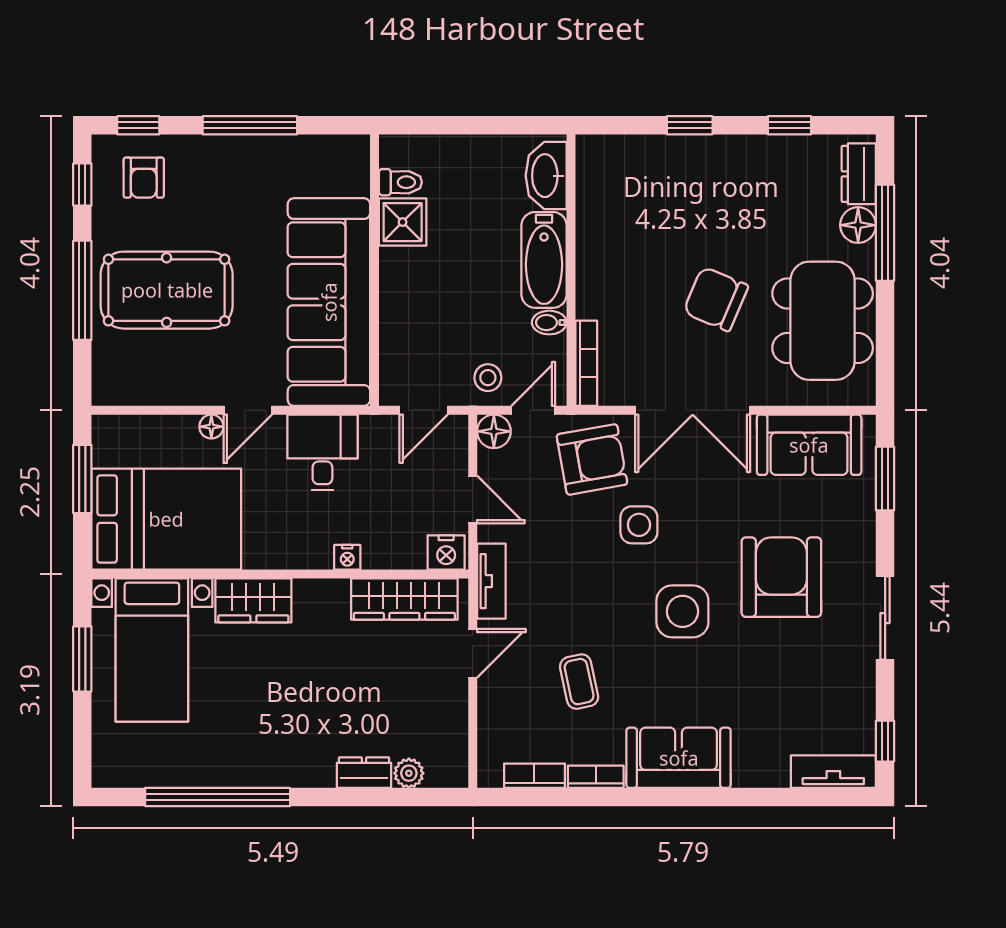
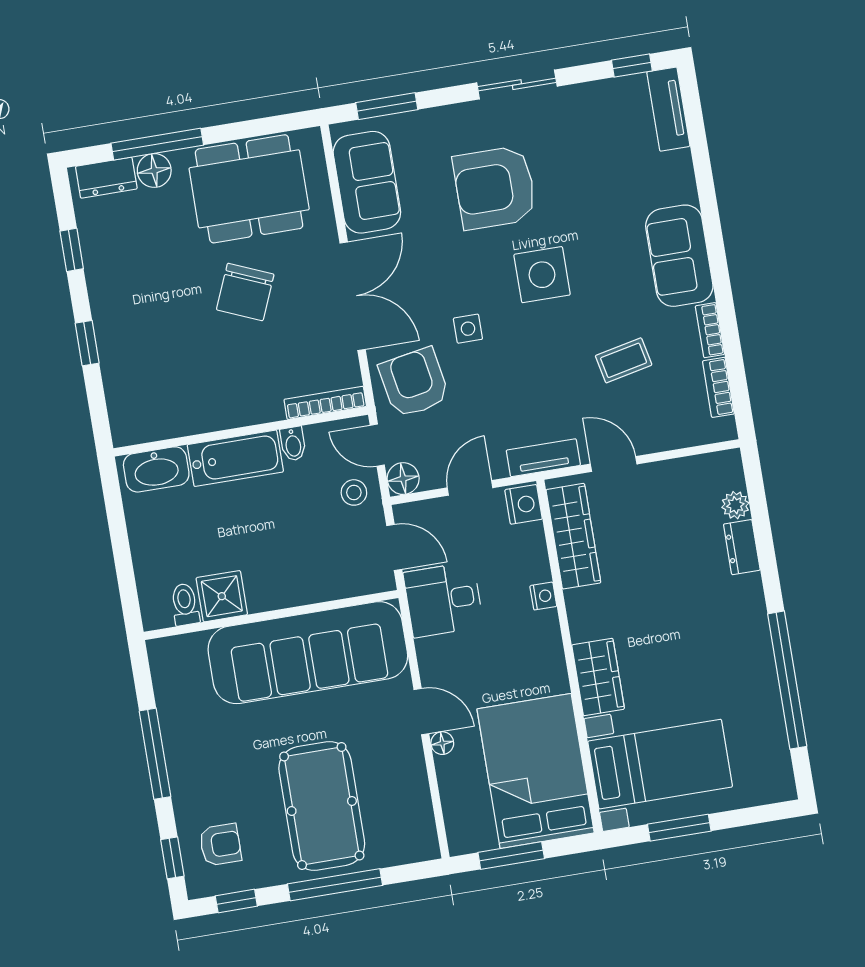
desk: (322, 452) -> (443, 600), moved
side table: (639, 525) -> (468, 329), width x0.73, depth x0.73

